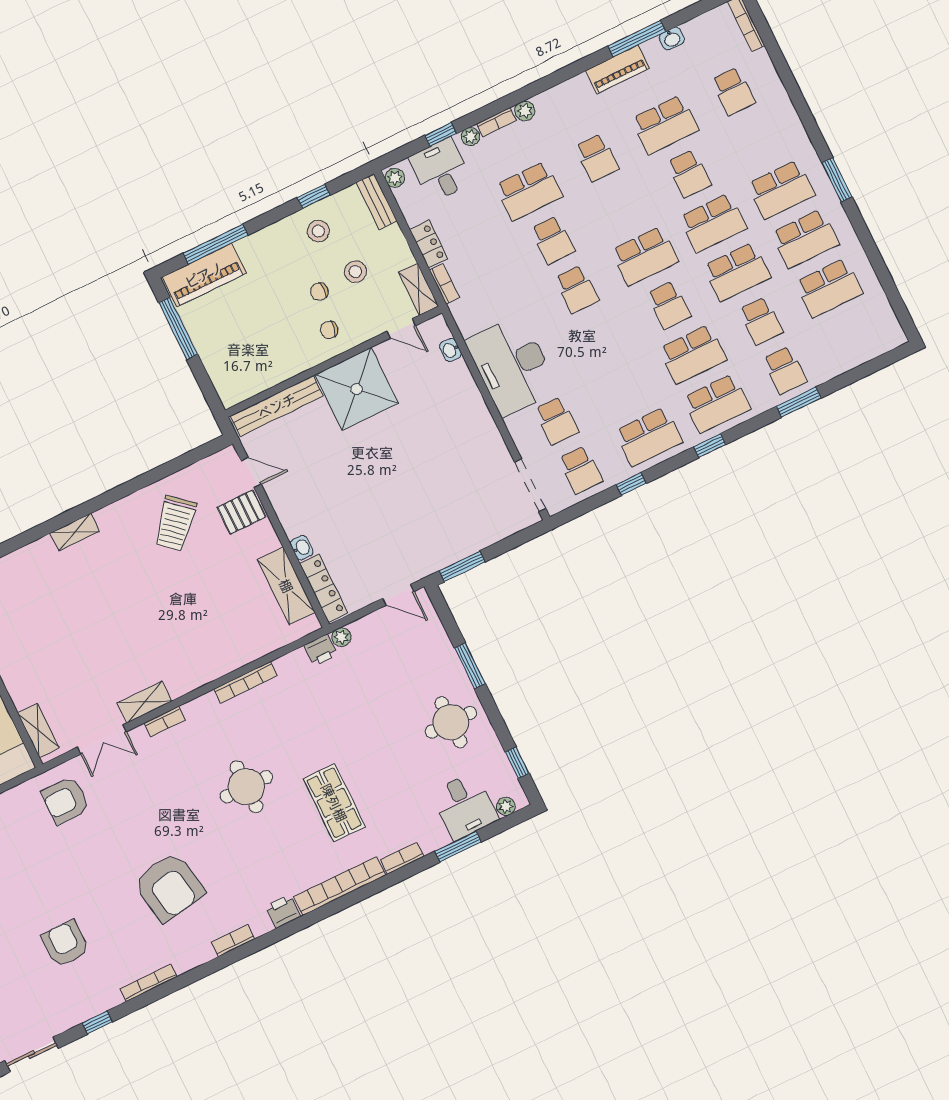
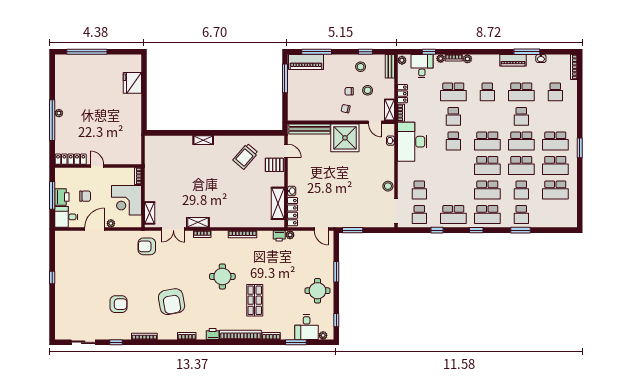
school desk: (669, 305) -> (487, 165), width x1.85
desk: (512, 365) -> (412, 142), moved
stool: (490, 444) -> (388, 186), added
armchair: (65, 944) -> (119, 304), turned 90

